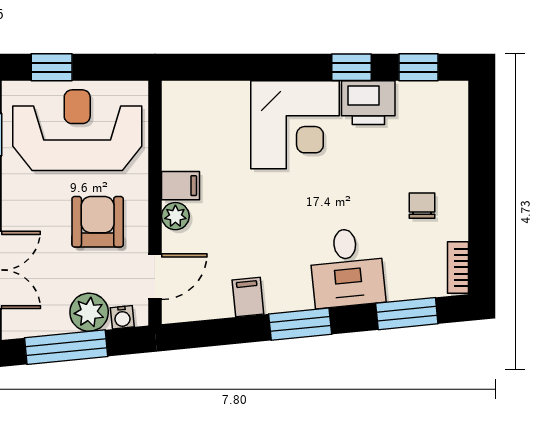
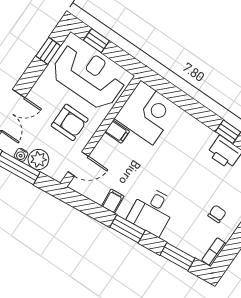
corner desk: (295, 125) -> (147, 113), moved, turned -90
plant: (175, 216) -> (106, 144), removed
armchair: (98, 222) -> (70, 122), turned 90
desk: (347, 268) -> (152, 211), moved
water cooler: (122, 317) -> (21, 155), moved

